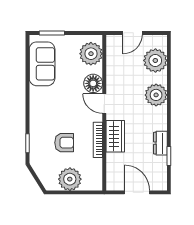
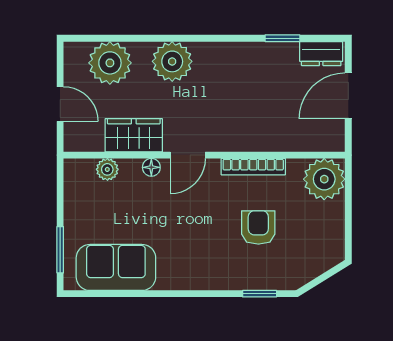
plant: (91, 54) -> (107, 169), width x0.53, depth x0.53
floor lamp: (93, 83) -> (151, 167), width x0.53, depth x0.53
wardrobe: (115, 136) -> (134, 135), moved
dresser: (160, 143) -> (321, 54), moved
plant: (70, 179) -> (324, 179), moved

